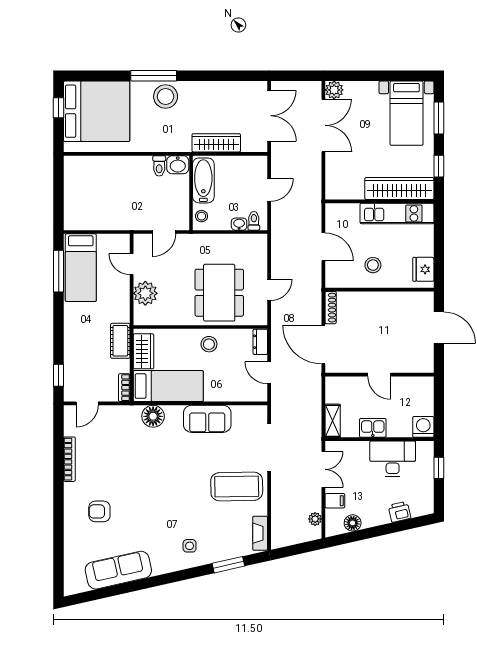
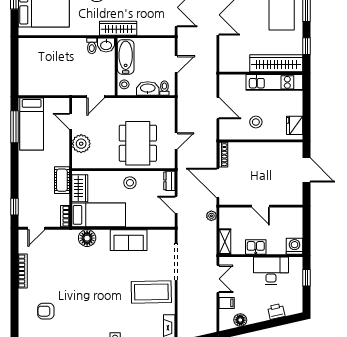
wardrobe: (216, 143) -> (118, 28), moved
washbasin: (239, 224) -> (148, 88), width x1.91, depth x1.45
plant: (315, 519) -> (211, 216), moved

